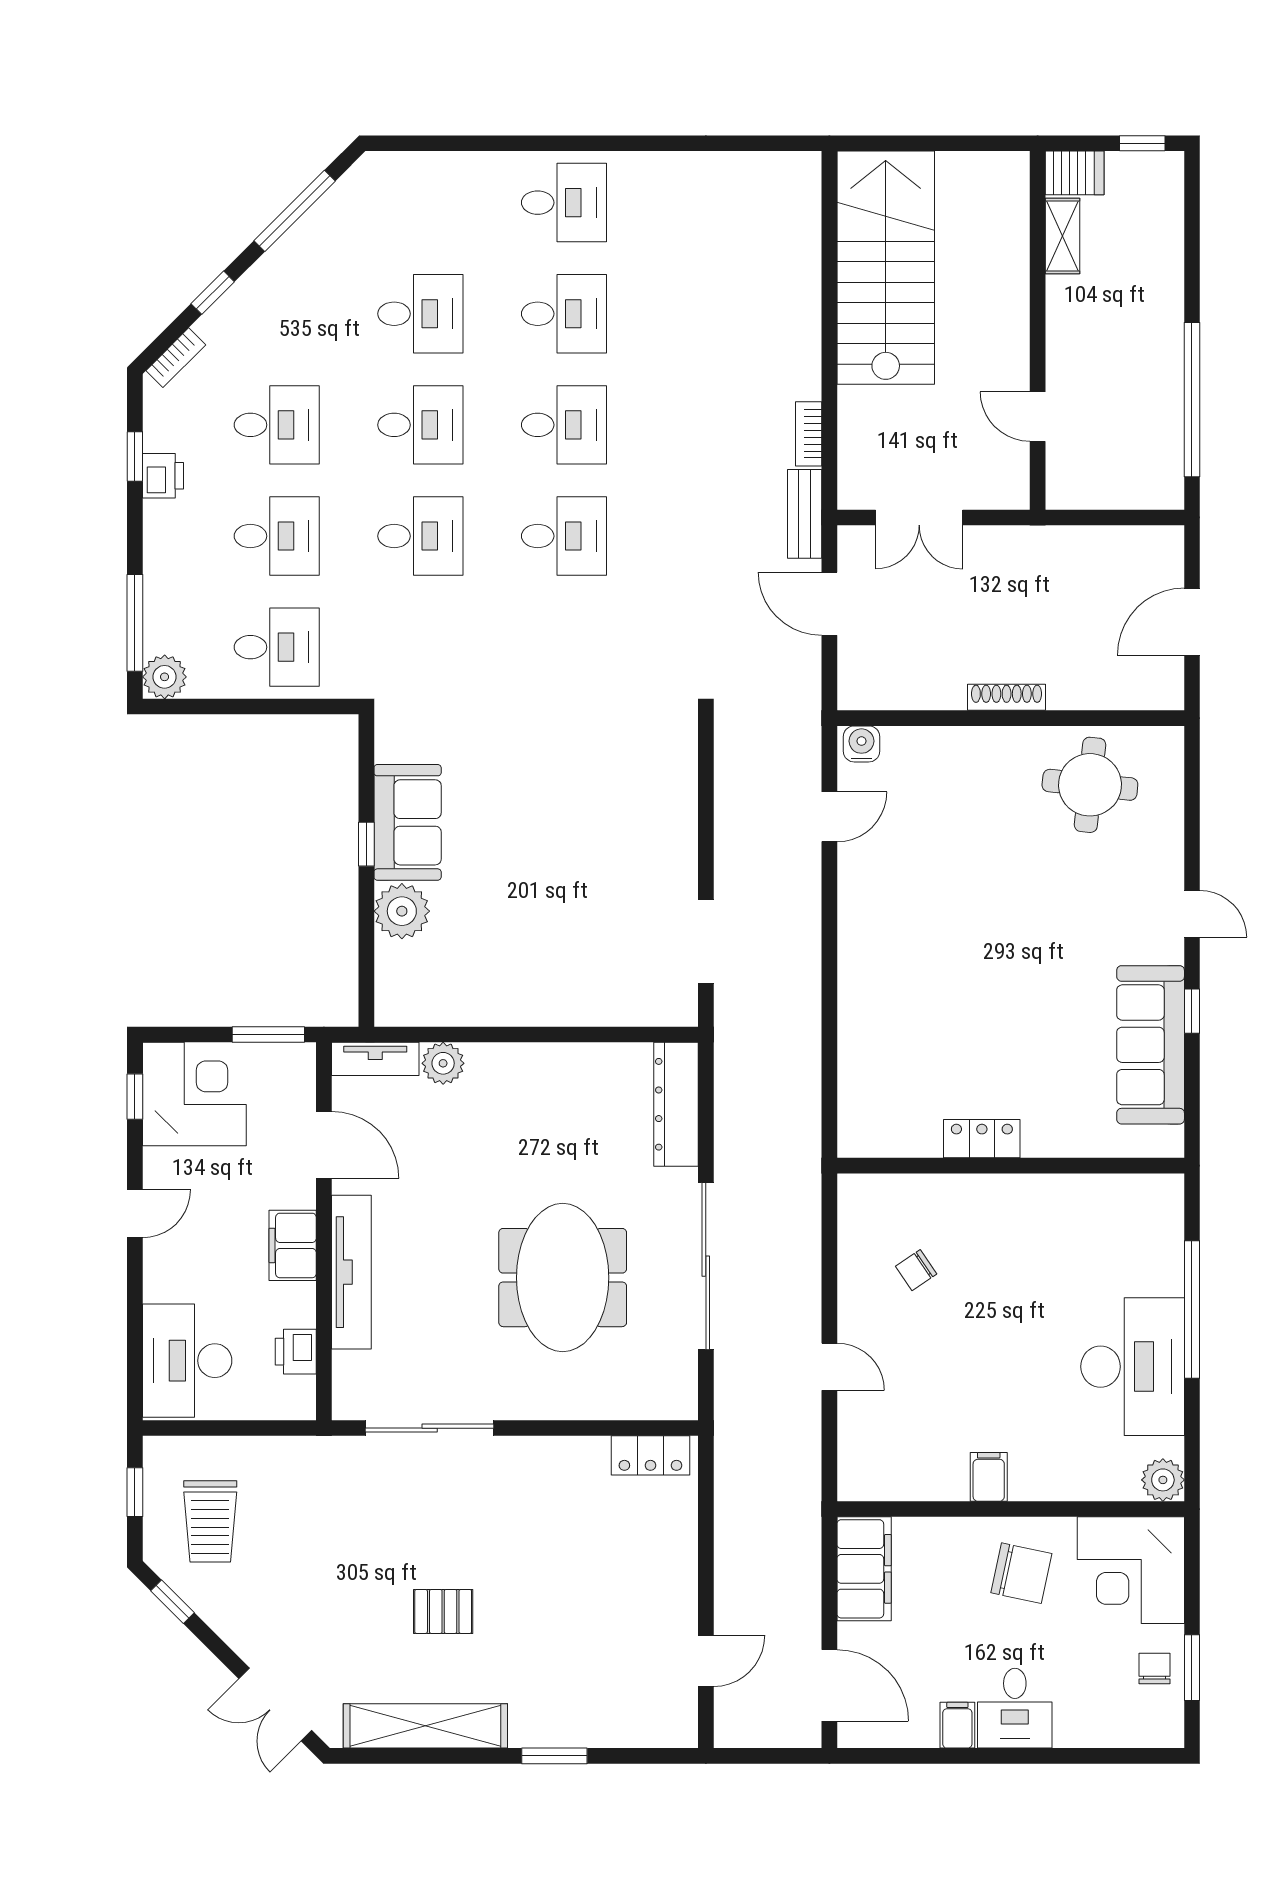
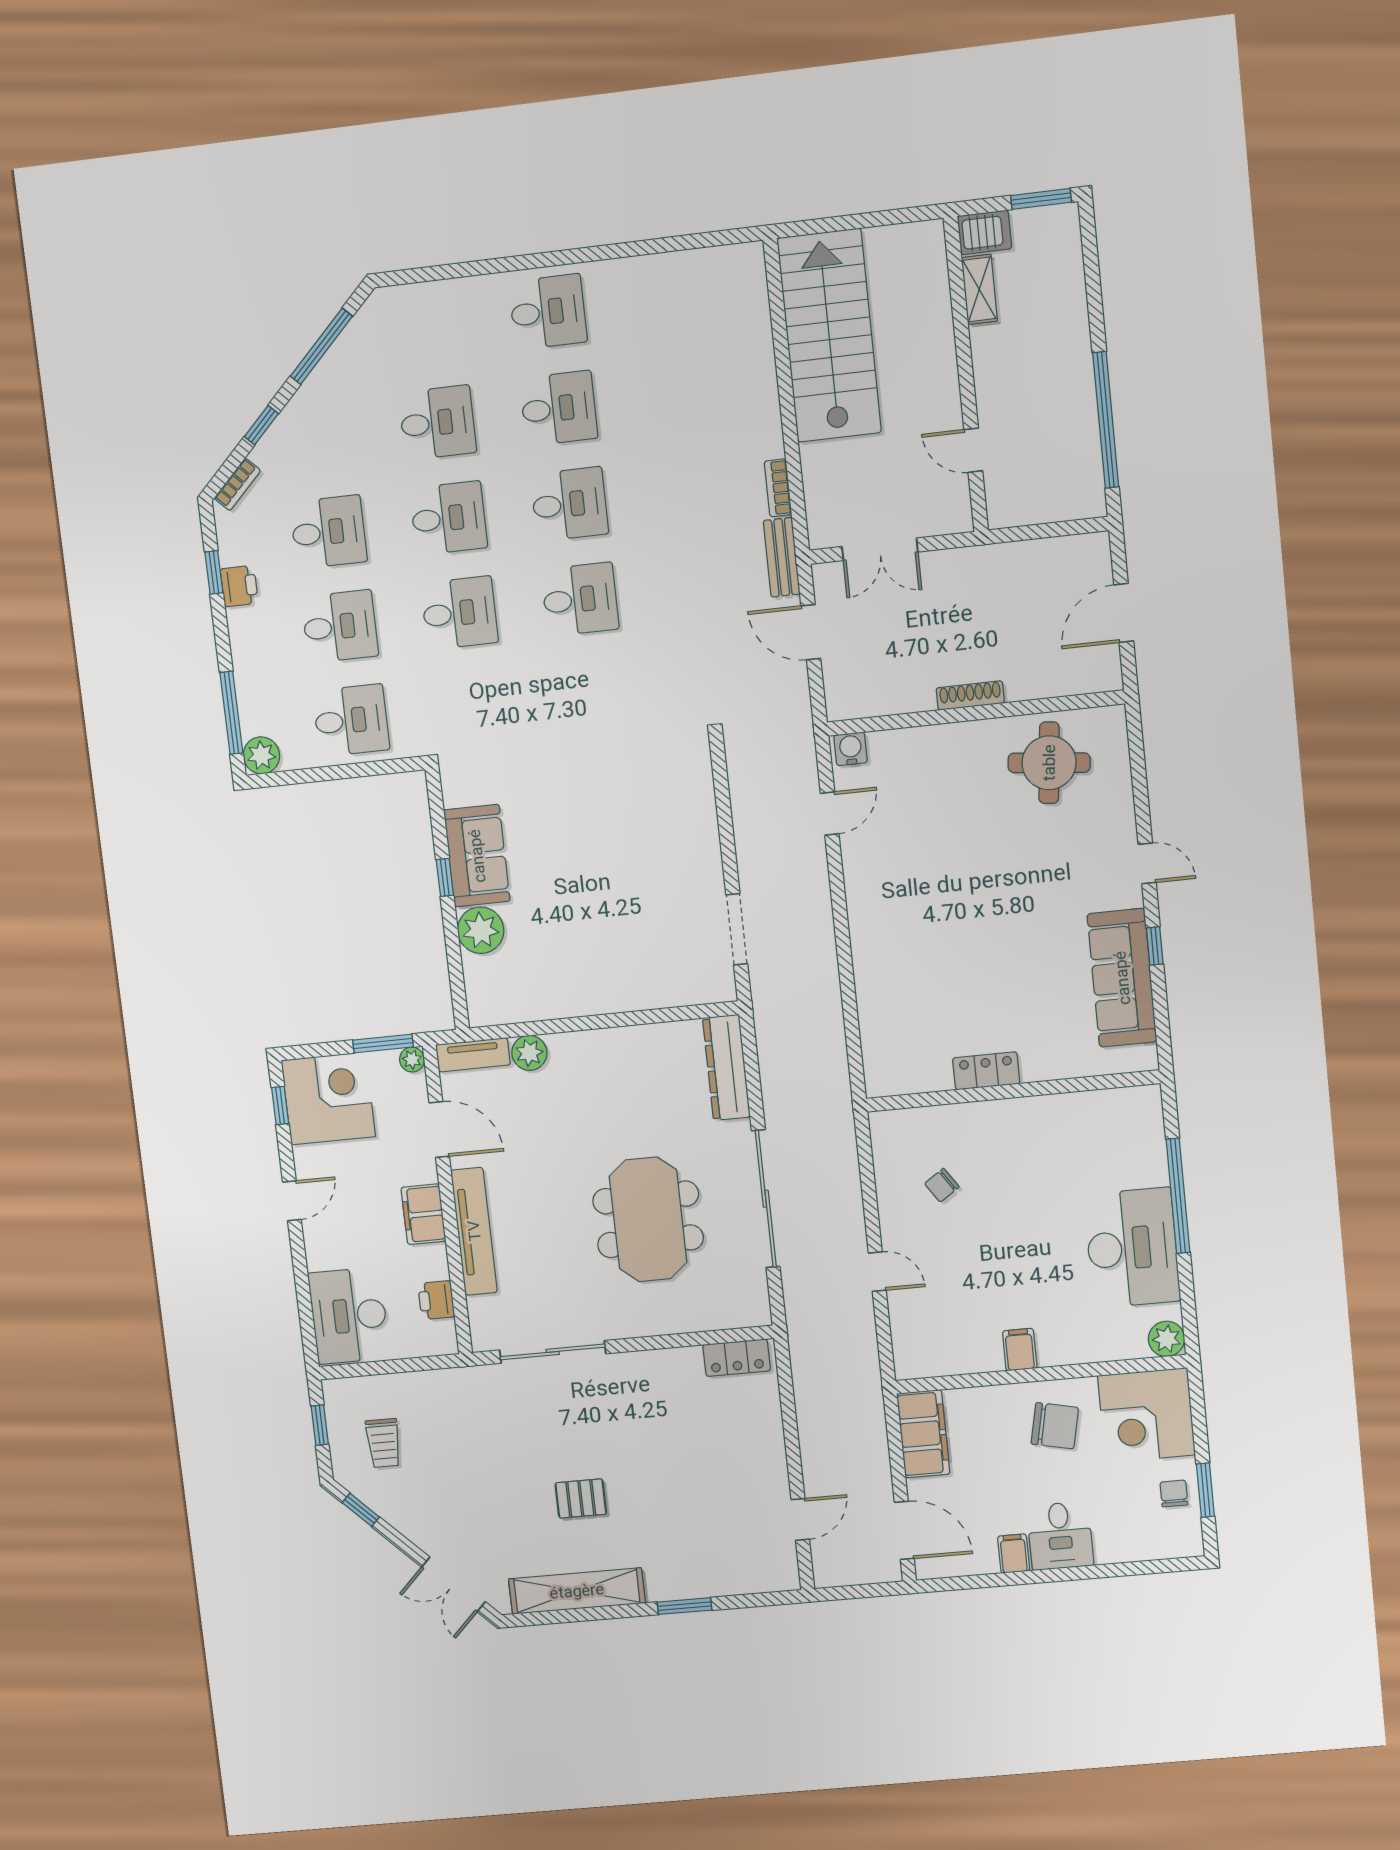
window: (1142, 143) -> (1041, 199), width x1.50
plant: (301, 1057) -> (412, 1060), added
trolley: (210, 1521) -> (383, 1443), width x0.73, depth x0.72

